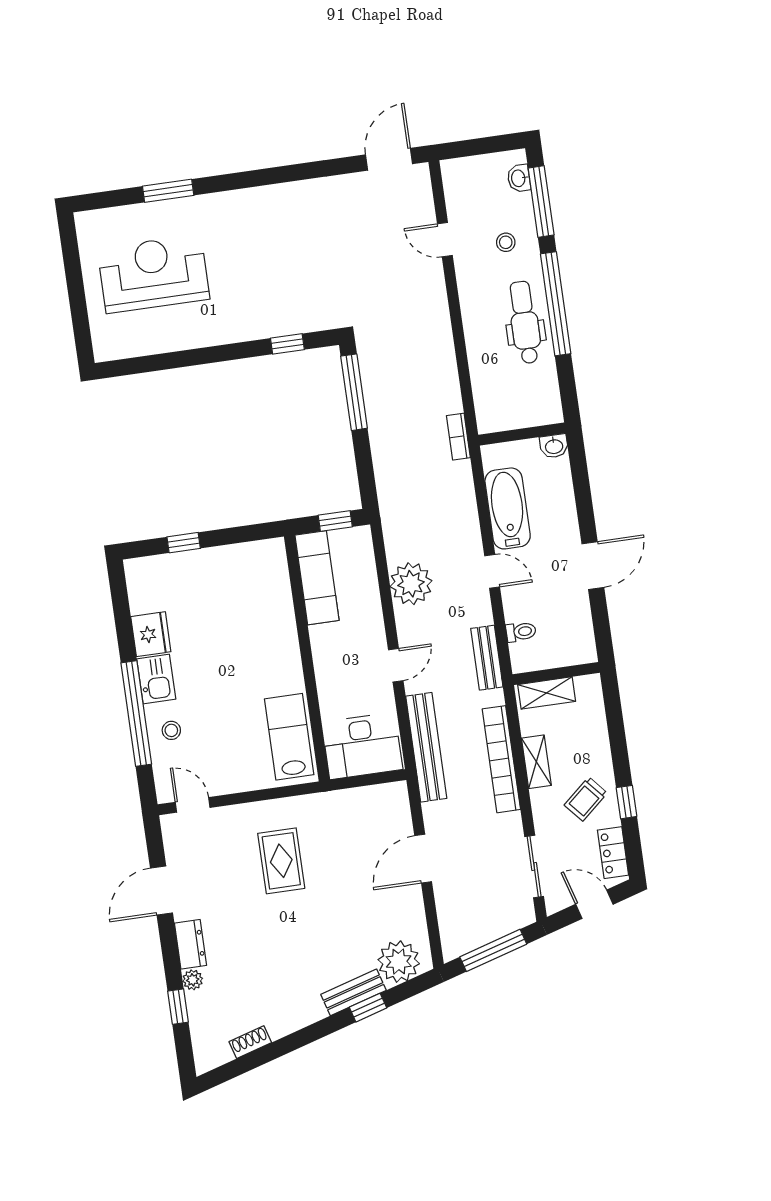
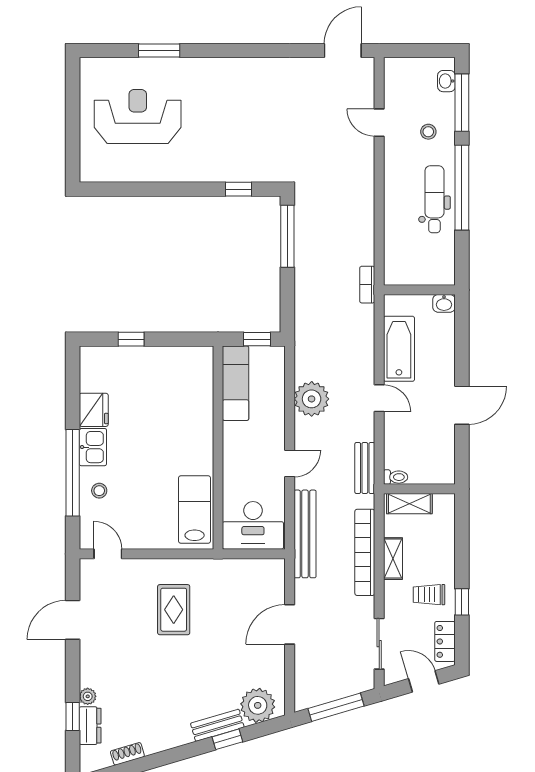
toilet: (521, 632) -> (396, 477), moved
trolley: (586, 799) -> (429, 595), turned 41
dresser: (191, 944) -> (90, 726), moved

